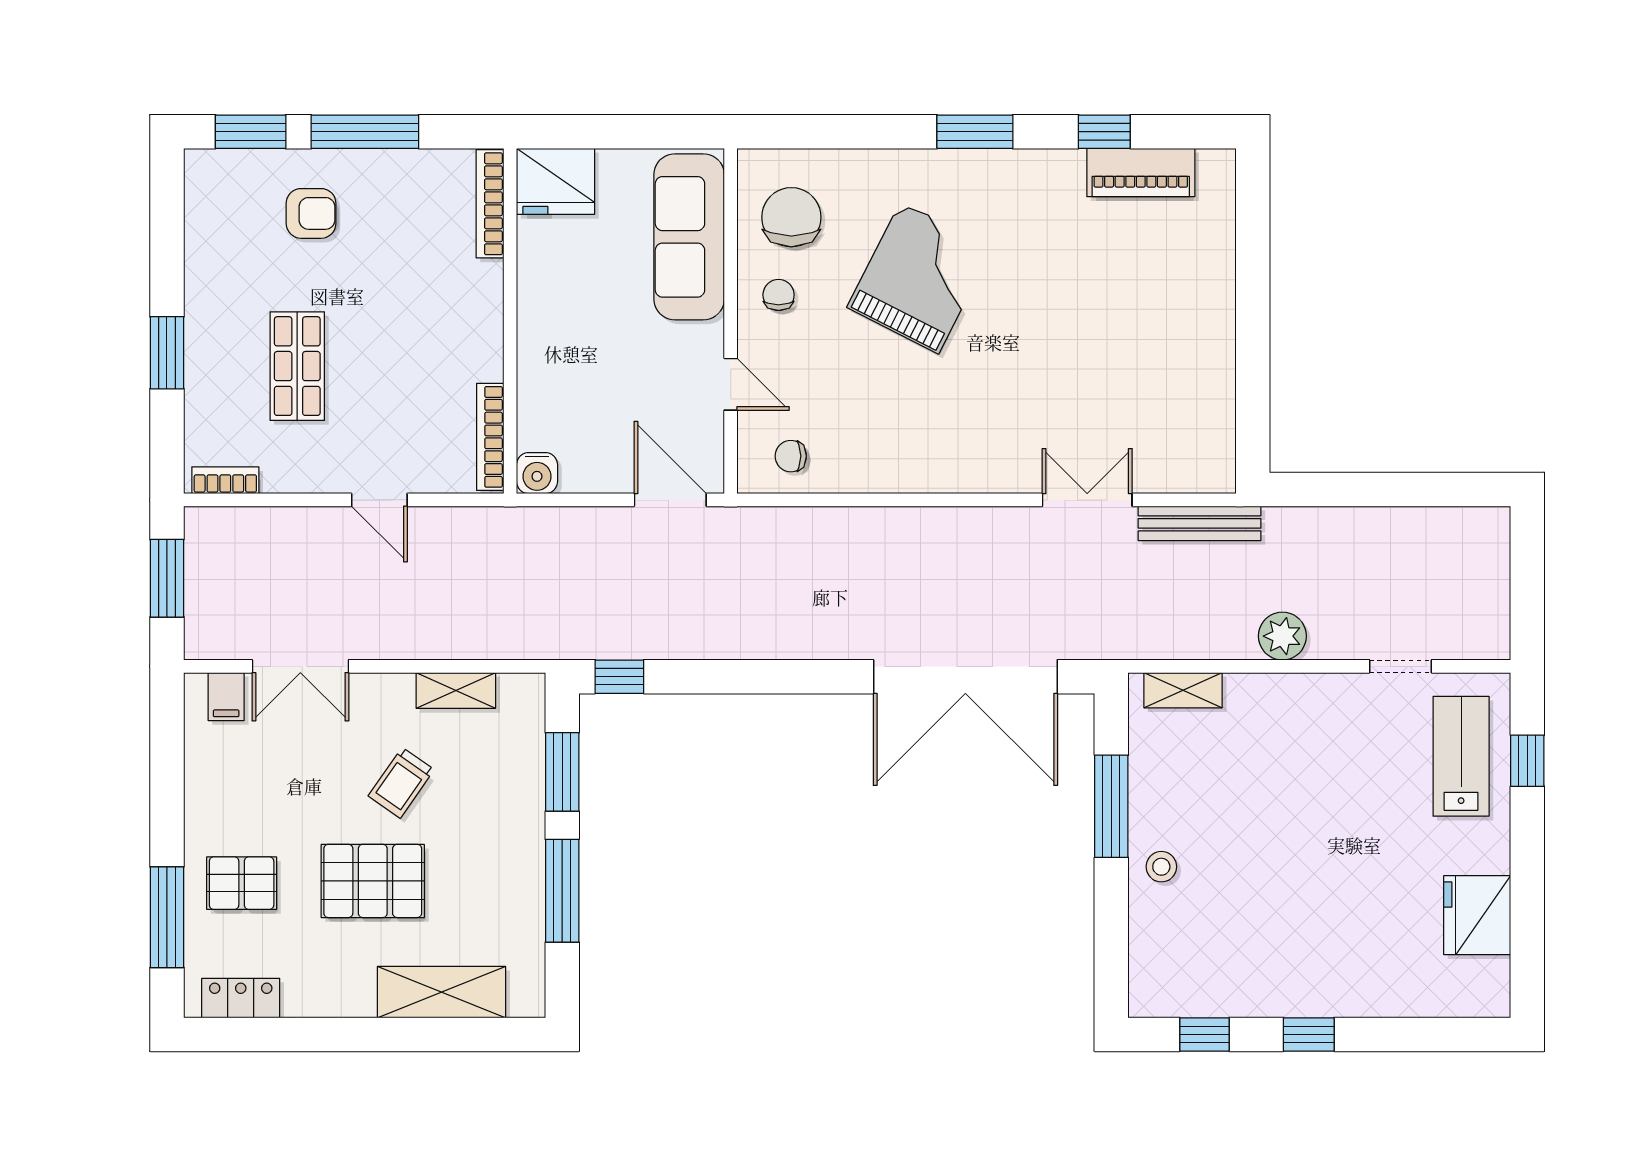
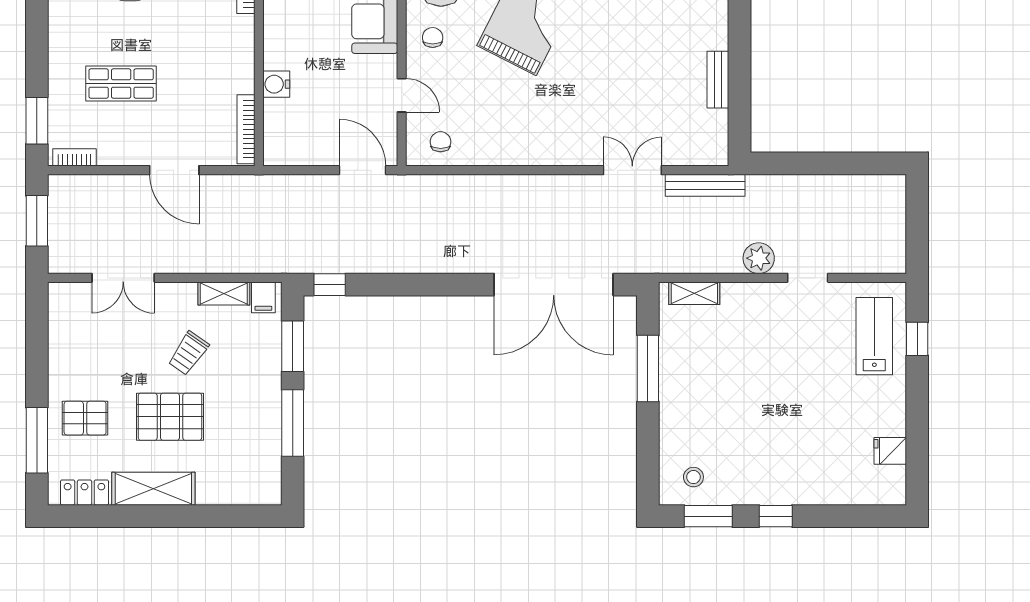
window: (167, 353) -> (37, 121), moved
bench: (1219, 360) -> (718, 80), added
shop shelf: (297, 366) -> (121, 84), turned 90
chair: (791, 456) -> (441, 142), turned 90
water cooler: (537, 473) -> (276, 84), moved, turned 90
door: (379, 500) -> (174, 170), width x1.38
doorway: (1400, 666) -> (808, 278), moved
filing cabinet: (226, 697) -> (263, 297), moved
stool: (1161, 867) -> (693, 477), moved
fridge: (1477, 915) -> (890, 451), width x0.53, depth x0.75
shelving: (441, 992) -> (153, 489), moved
window: (1204, 1034) -> (708, 516), width x1.50

